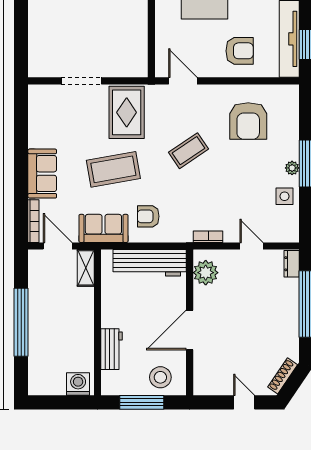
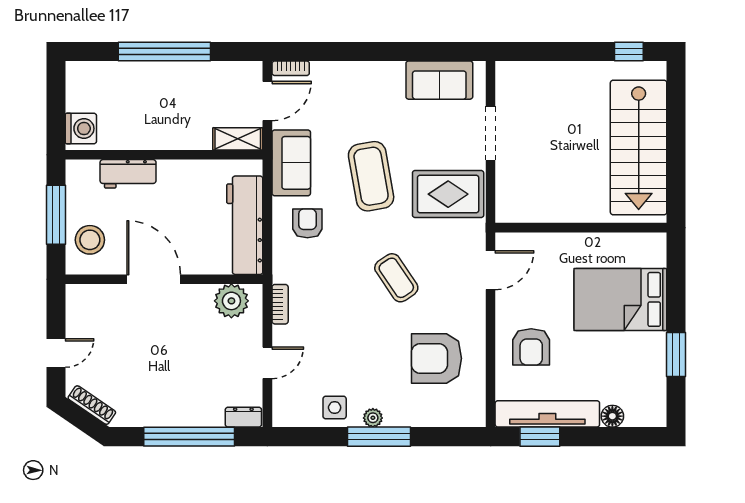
sofa: (42, 174) -> (439, 80), moved
bookcase: (33, 221) -> (291, 68), width x0.64

